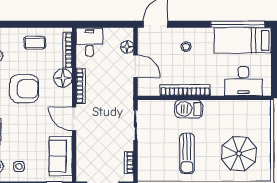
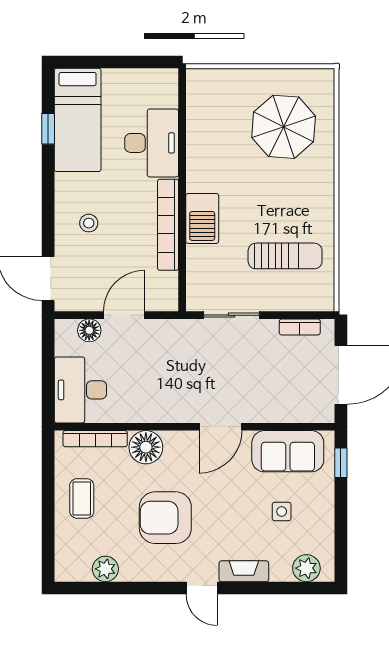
window: (238, 24) -> (48, 129), width x0.32
desk: (89, 42) -> (80, 390), width x1.37
desk: (243, 81) -> (152, 143), moved
bookcase: (81, 86) -> (160, 415), removed
armchair: (24, 89) -> (165, 518), turned -90
sun lounger: (187, 153) -> (285, 256), moved
side table: (19, 167) -> (282, 511), moved

